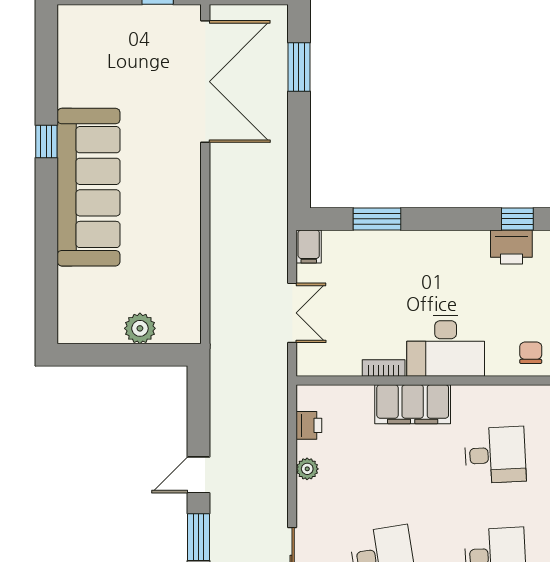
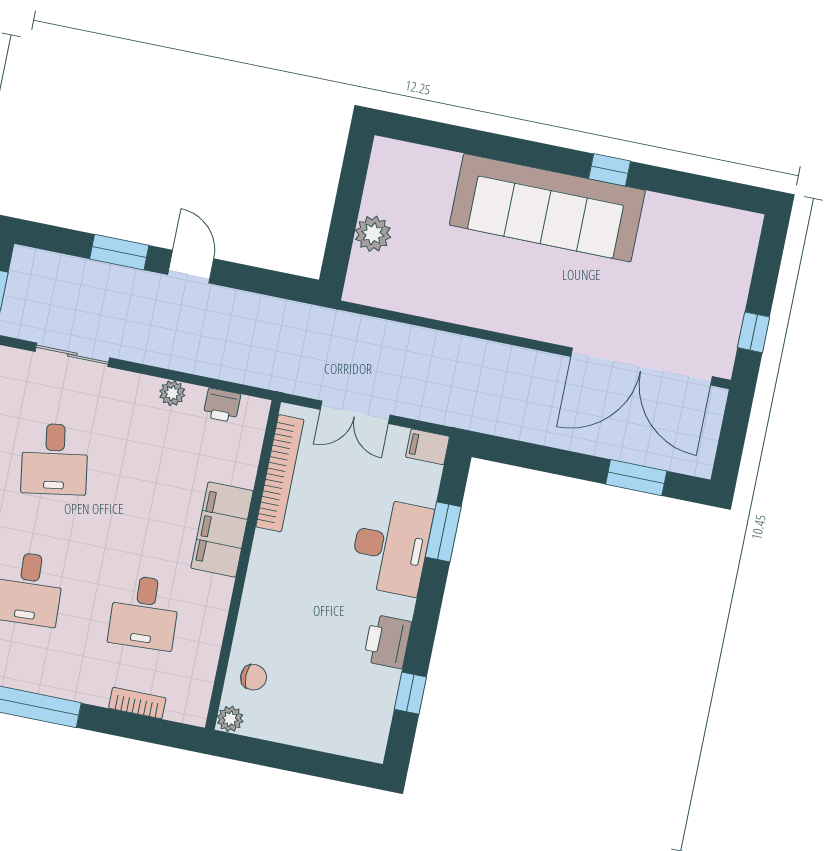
printer: (511, 247) -> (387, 641), moved
desk: (446, 346) -> (391, 547), moved, turned 180
bookcase: (384, 368) -> (280, 473), width x2.31, depth x1.31

